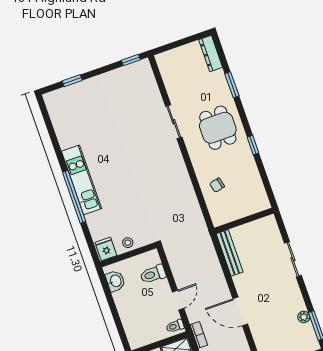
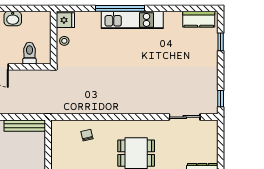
kitchen counter: (57, 112) -> (199, 19), added
sliding door: (174, 122) -> (185, 117), moved
washbasin: (115, 281) -> (13, 19), moved

